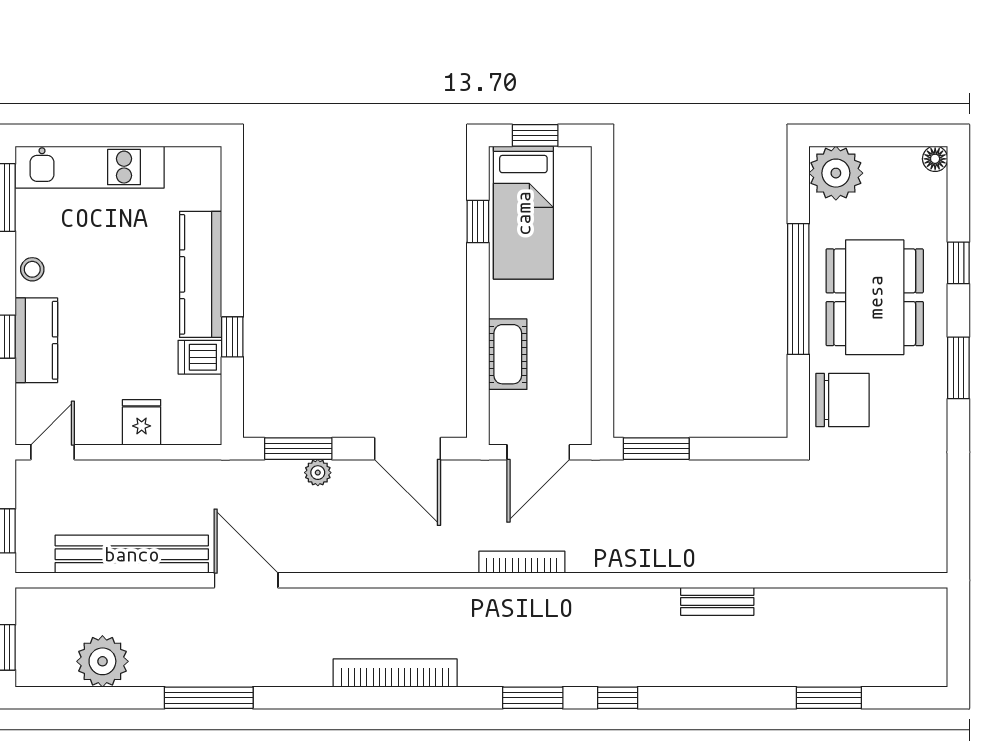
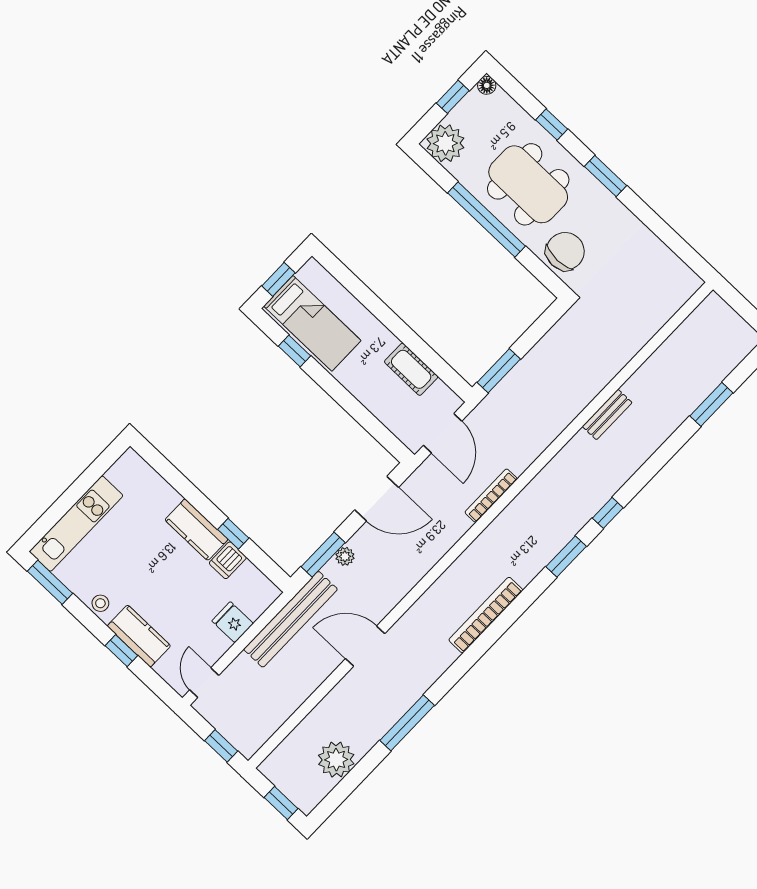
window: (890, 135) -> (453, 97), added
kitchen counter: (201, 274) -> (196, 530), width x0.67
cot: (508, 354) -> (411, 369), moved
bench: (132, 554) -> (291, 619), moved

